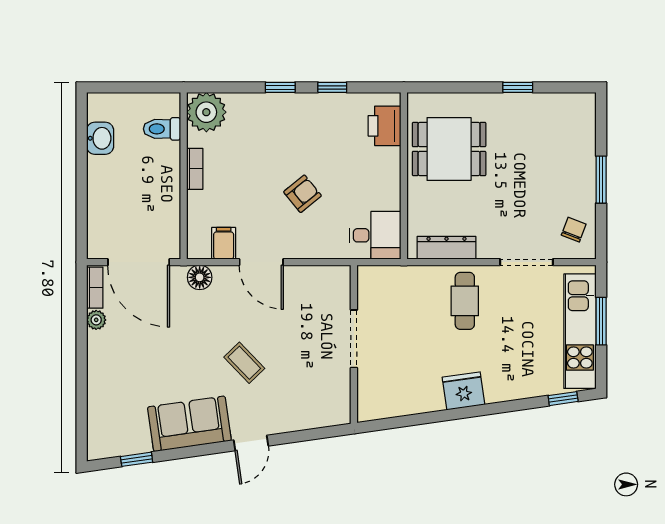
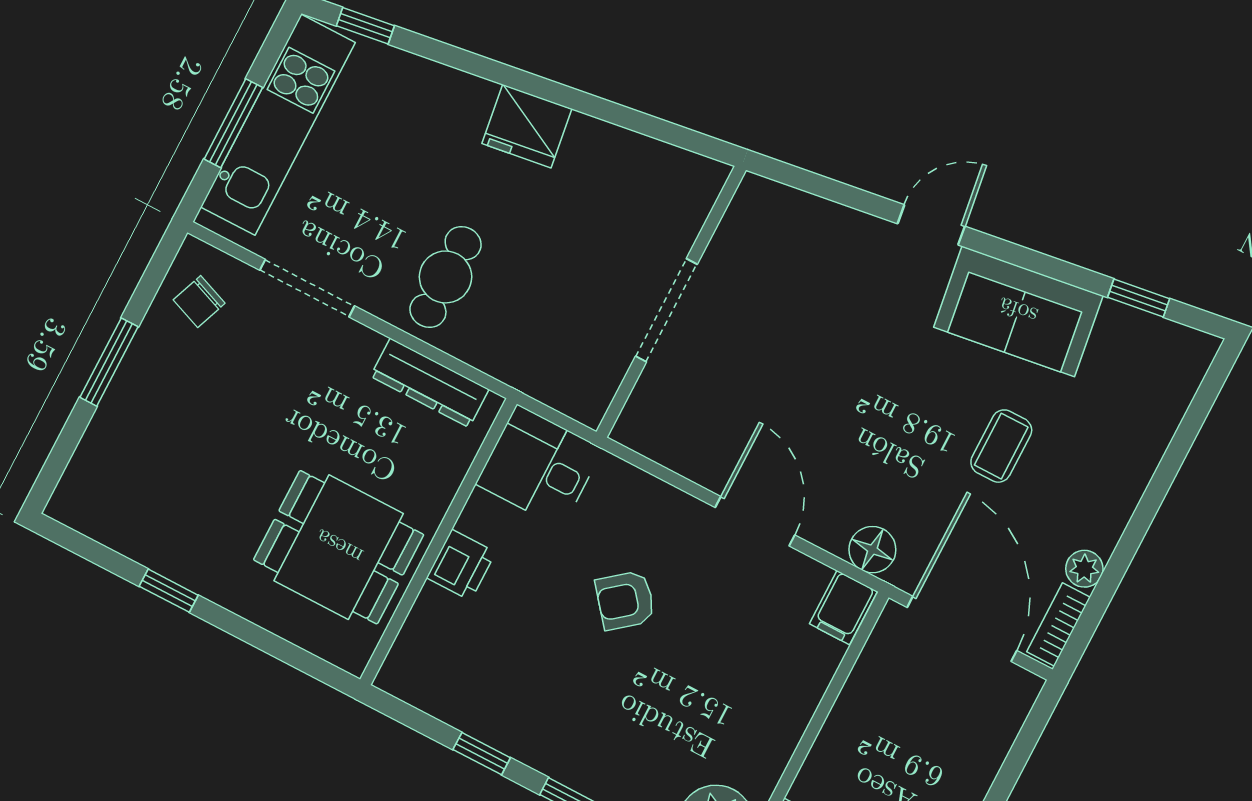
printer: (385, 126) -> (461, 565), moved, width x0.73, depth x0.81
bookcase: (195, 169) -> (785, 737), removed
filing cabinet: (224, 243) -> (843, 608), moved
coffee table: (244, 363) -> (1001, 446), moved, turned 44

